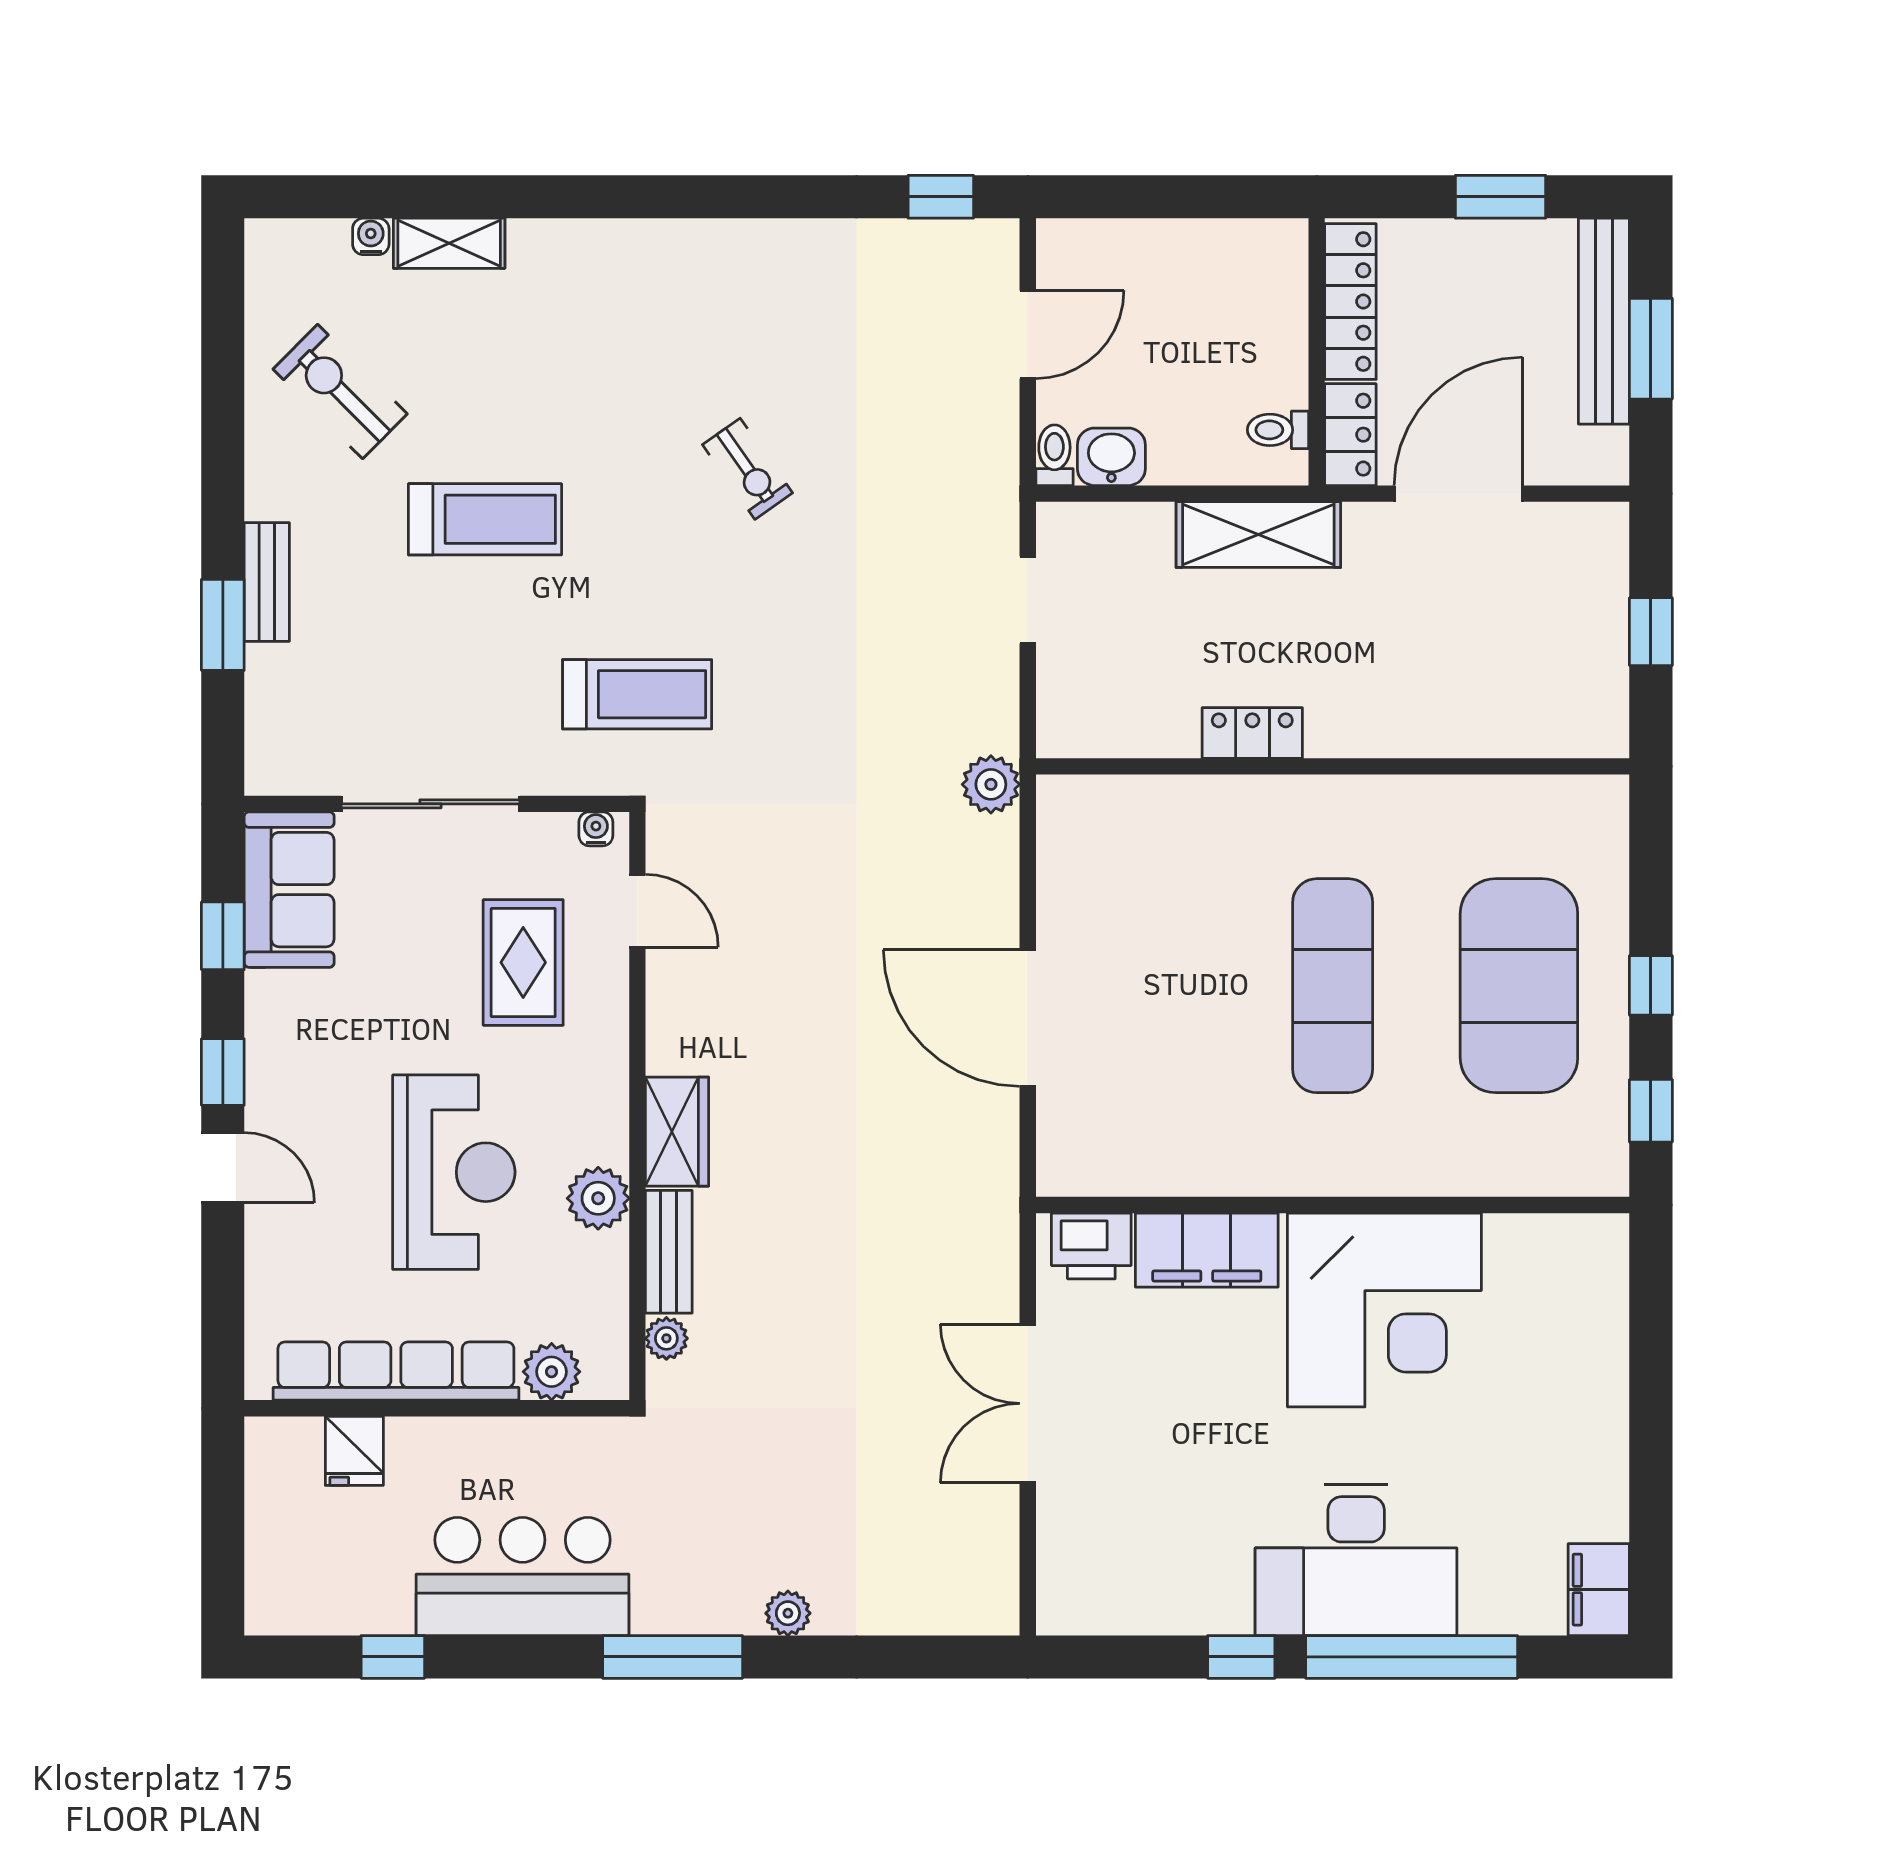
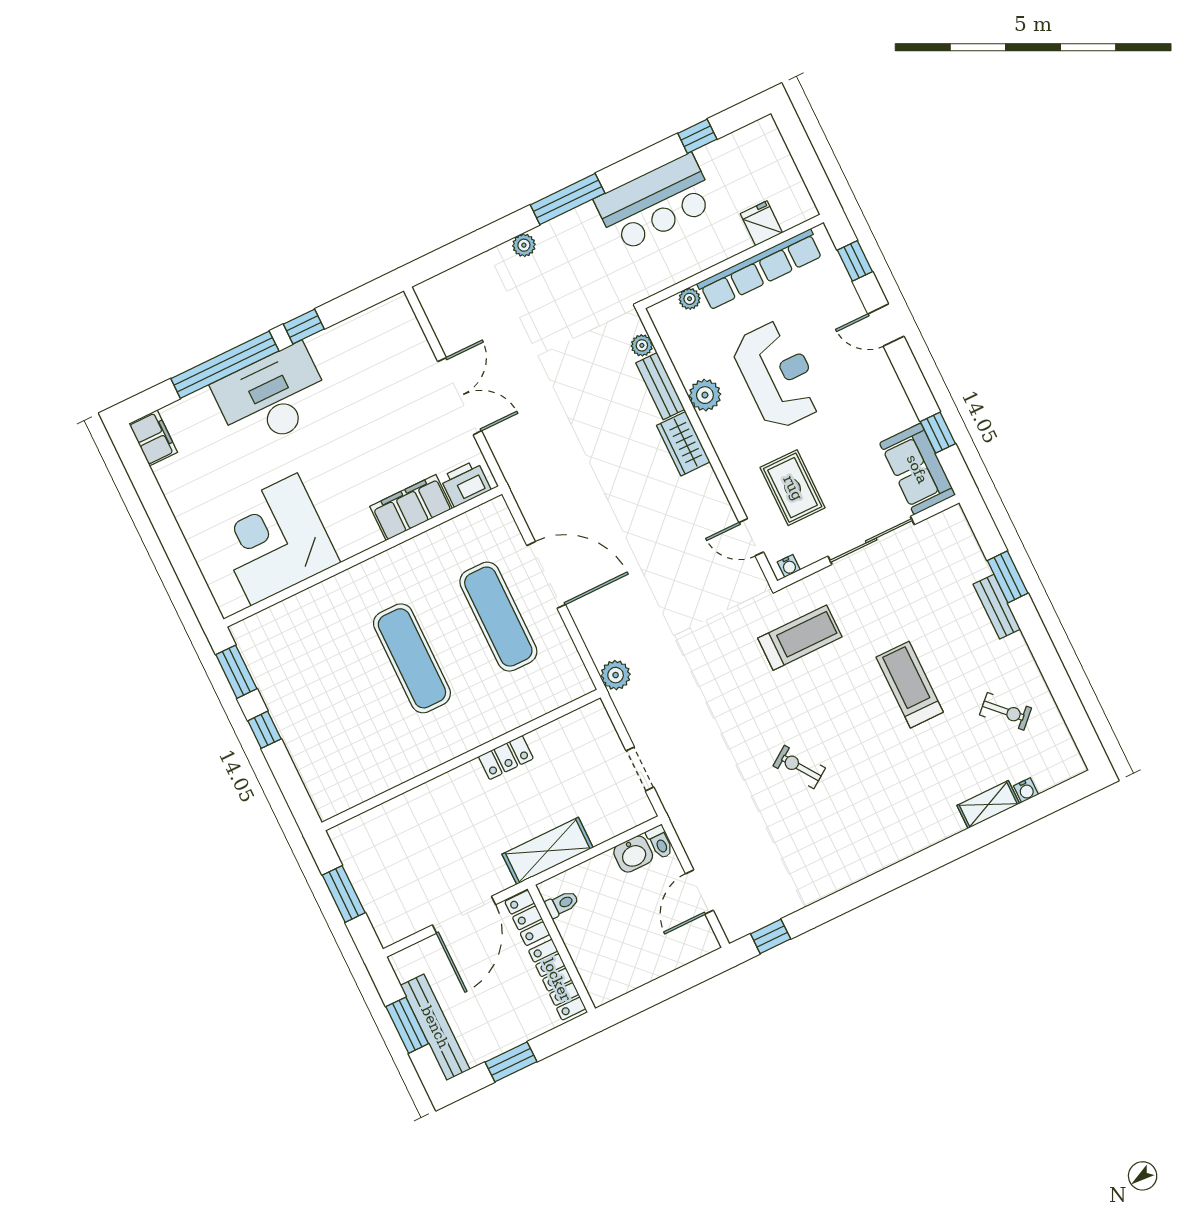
exercise bike: (340, 391) -> (1006, 711), width x0.73, depth x0.72
treadmill: (485, 519) -> (910, 685), turned 90
window: (1651, 632) -> (344, 894), width x1.50
treadmill: (637, 694) -> (800, 638), turned 180
exercise mat: (1519, 986) -> (498, 617), moved, width x0.68
window: (223, 1072) -> (855, 261), moved
window: (1651, 1111) -> (236, 672), width x1.50
reception desk: (454, 1172) -> (778, 375), turned 180
corner desk: (1384, 1310) -> (274, 539), moved
plant: (552, 1372) -> (690, 299), width x0.73, depth x0.73

